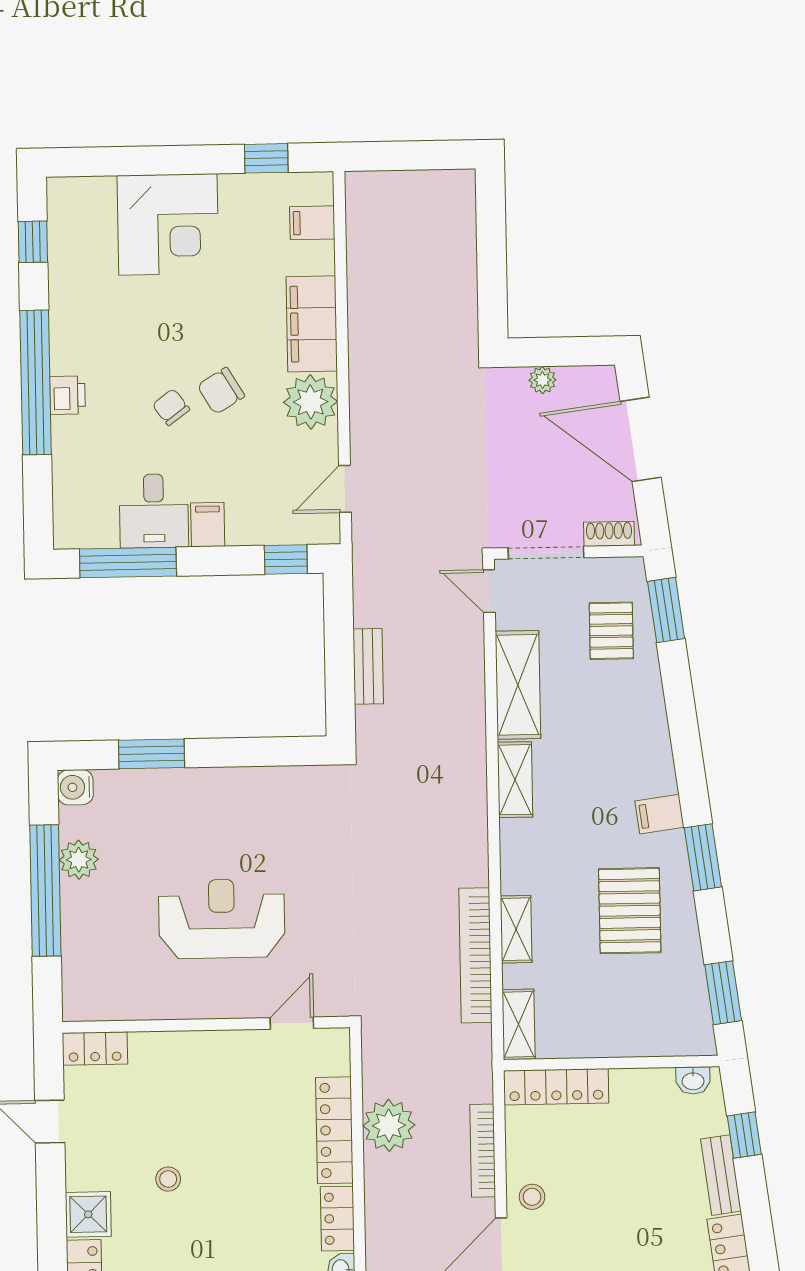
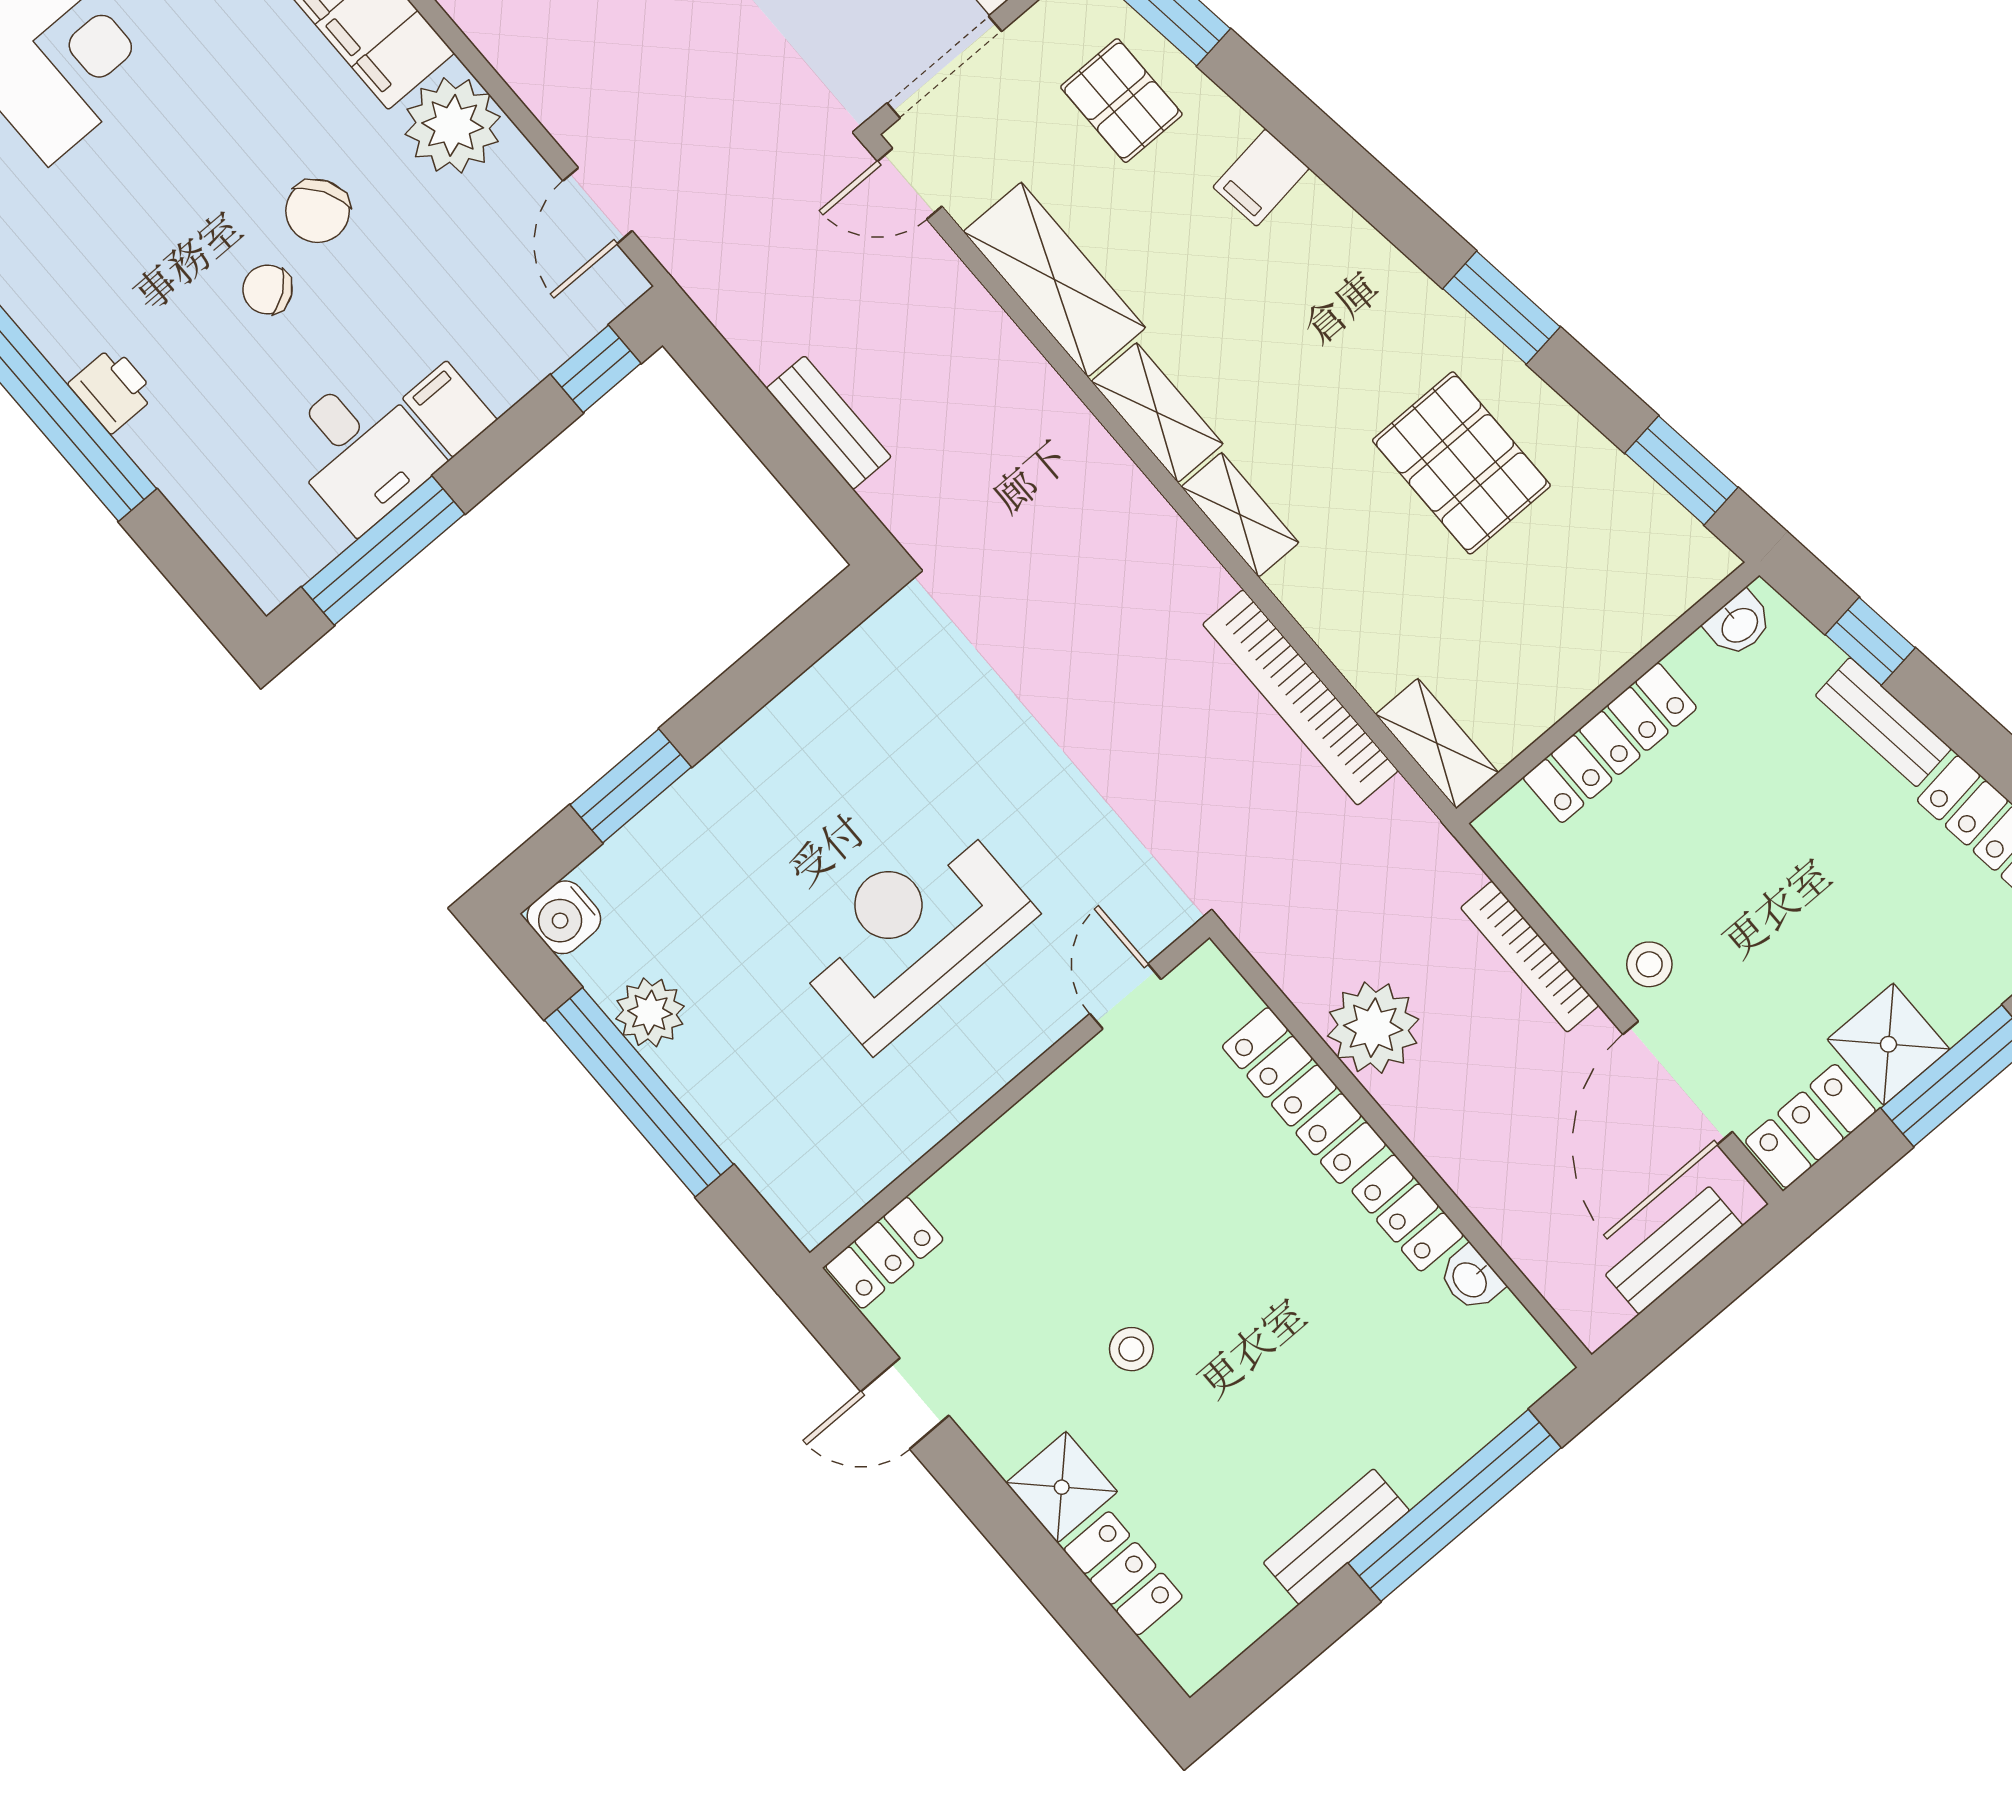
filing cabinet: (659, 814) -> (1261, 178), moved
shelving: (516, 929) -> (1240, 515), moved
locker: (556, 1087) -> (1610, 743), moved

